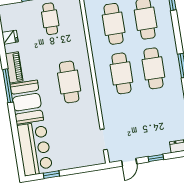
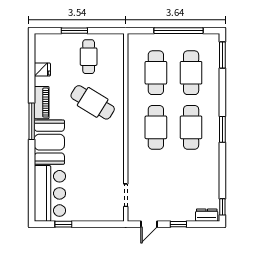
cafe table: (69, 82) -> (93, 102), moved, turned -58

